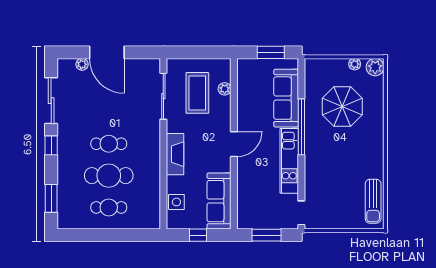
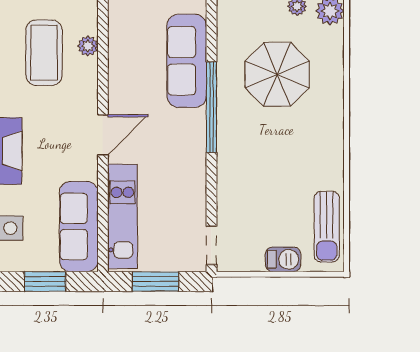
kitchen unit: (289, 161) -> (122, 216), moved, turned 180
barbecue: (346, 221) -> (283, 259), added
window: (198, 235) -> (45, 282), width x1.50

